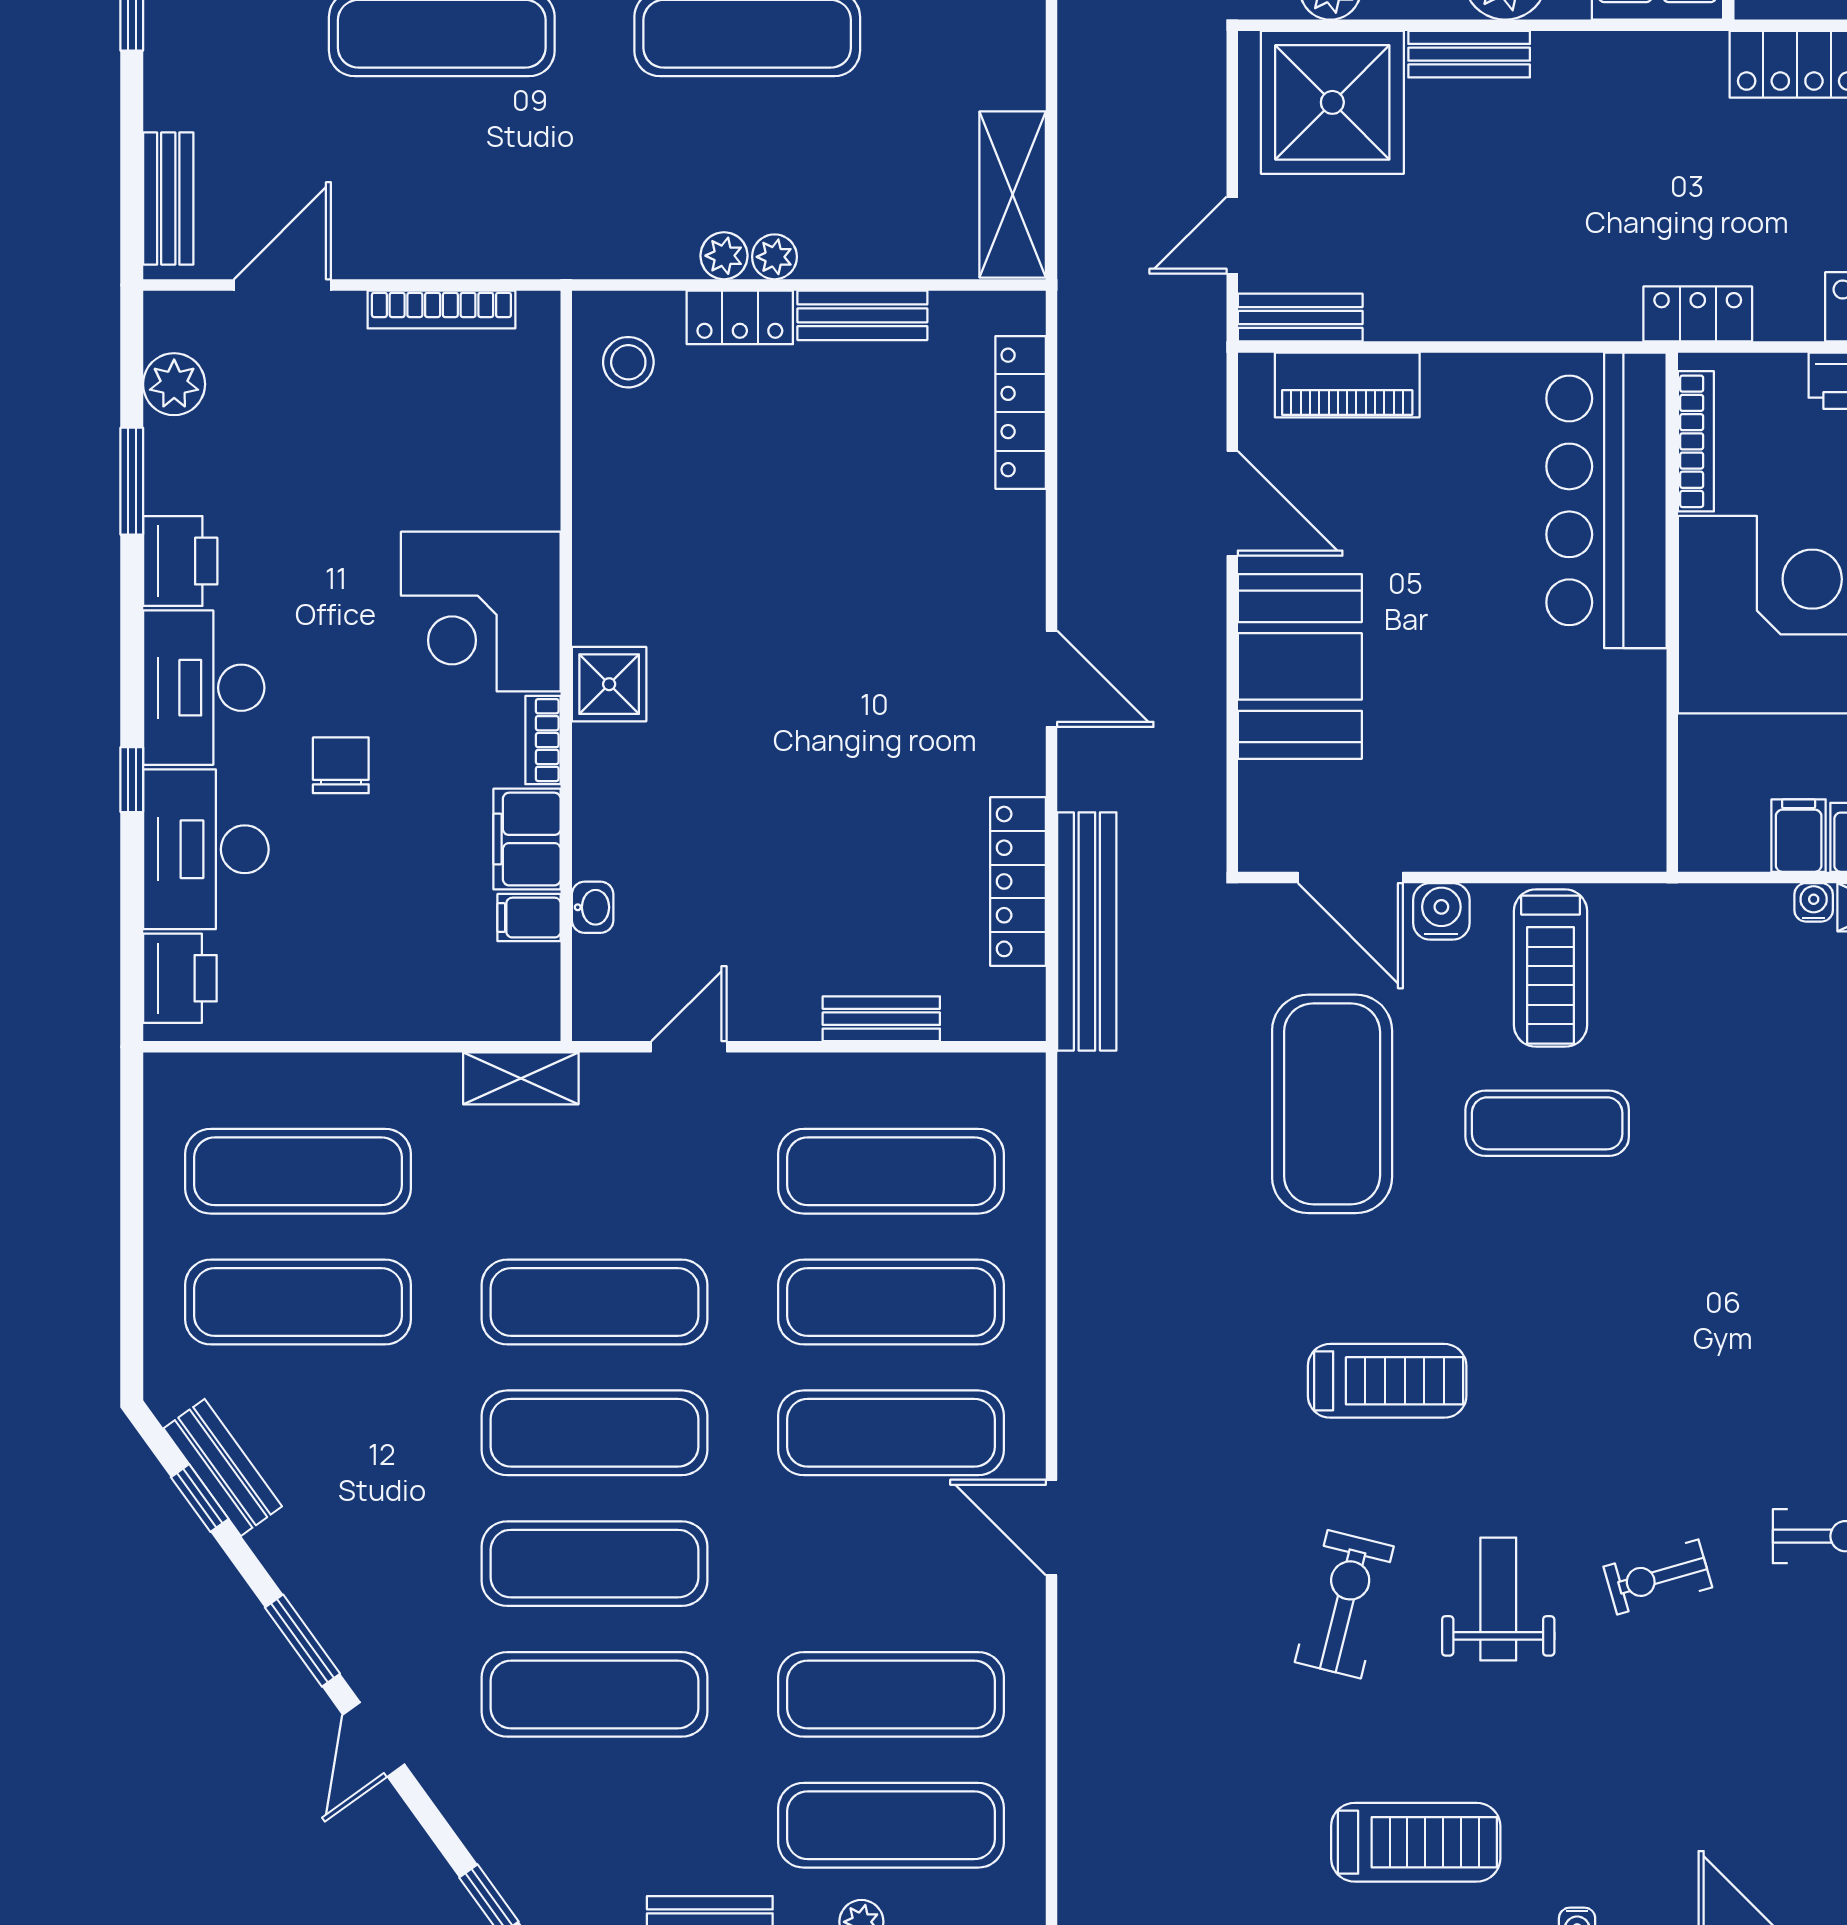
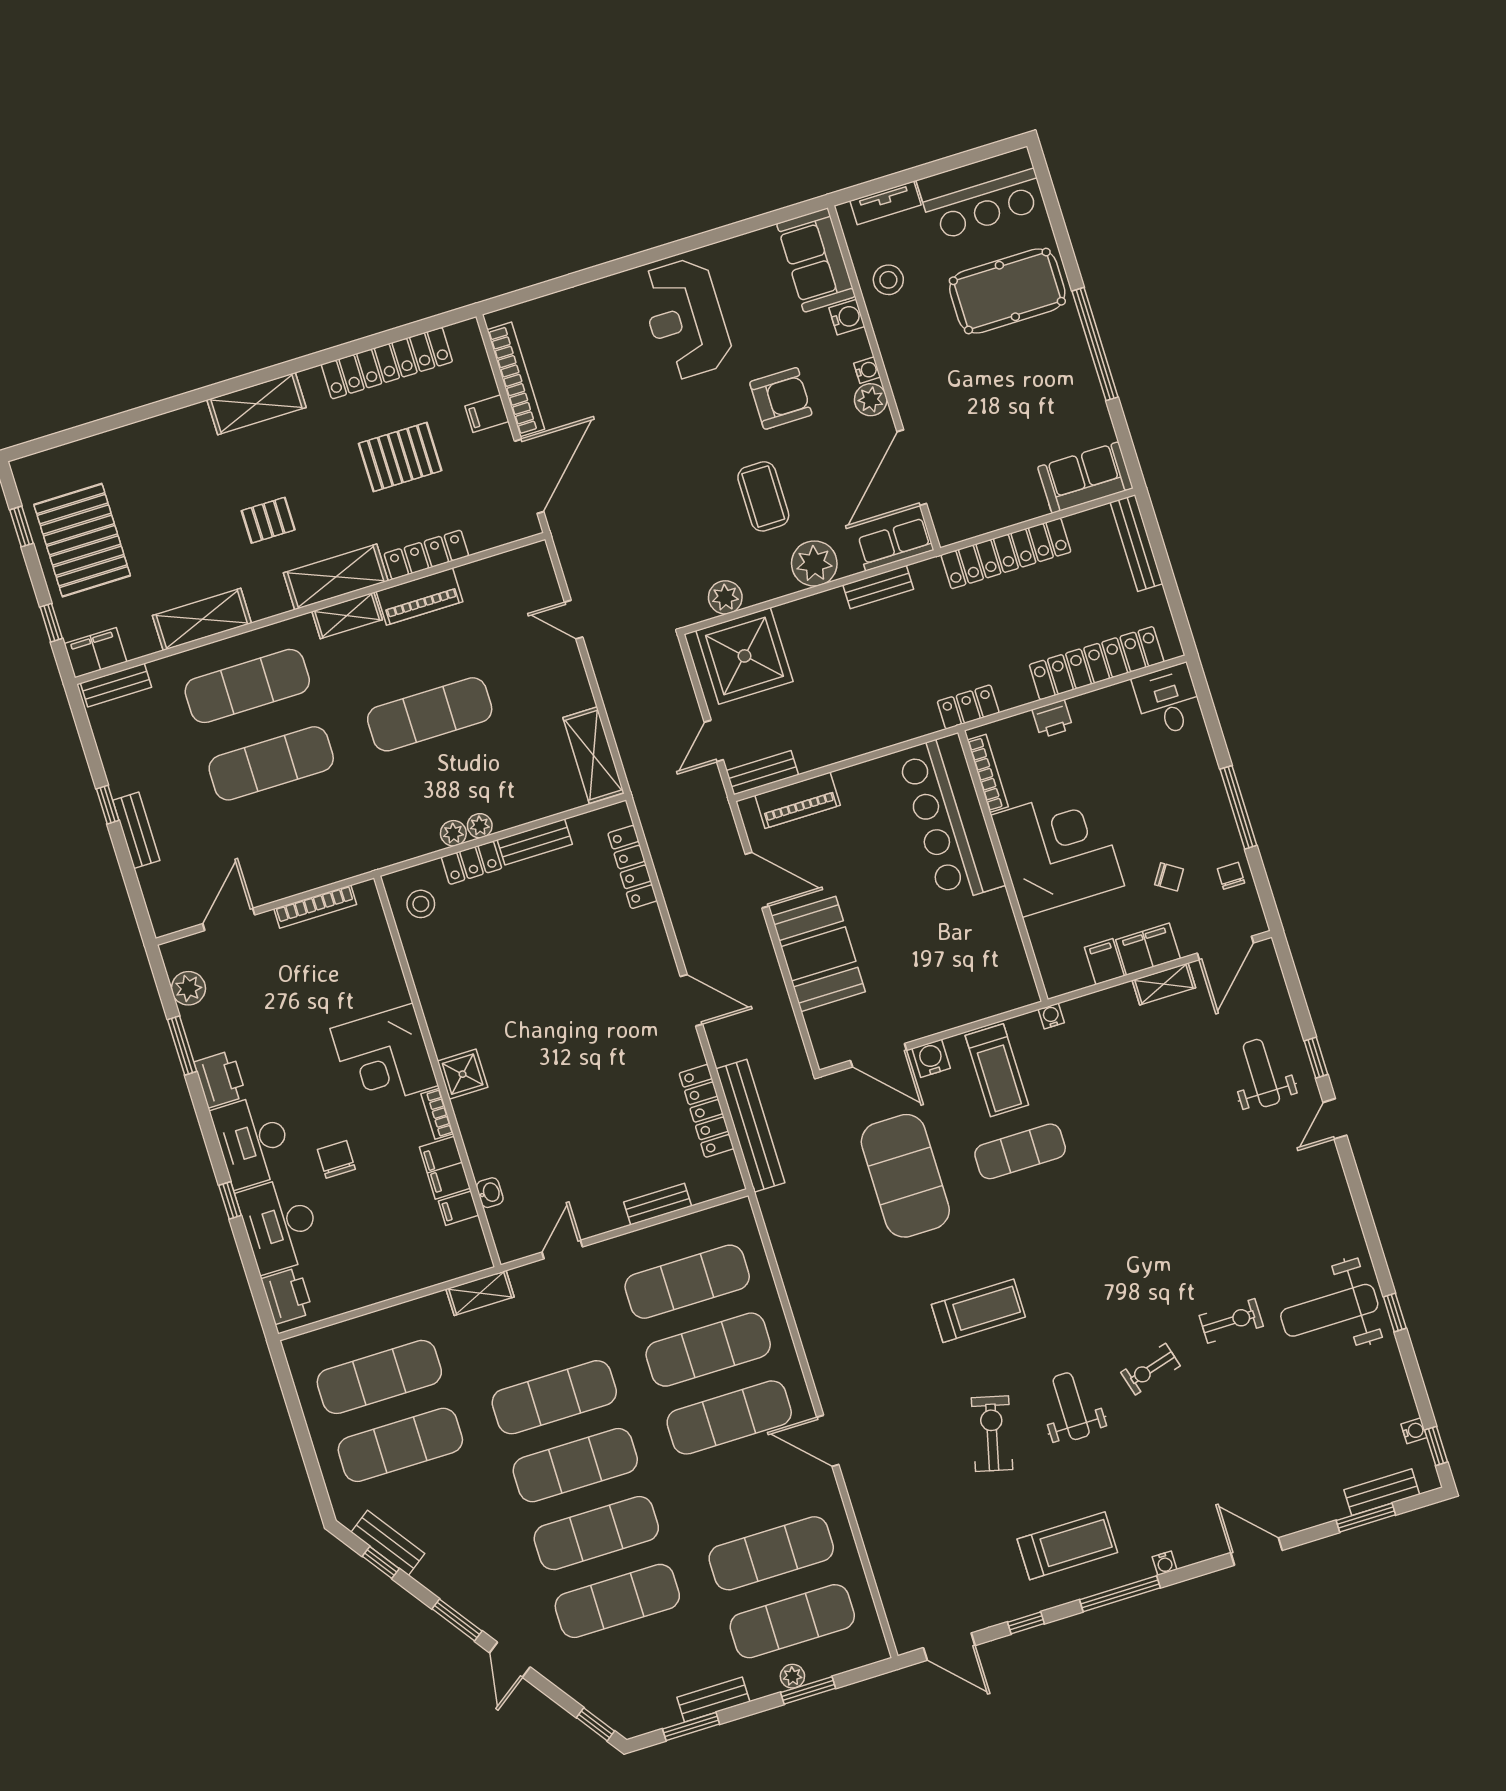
bench: (1469, 54) -> (878, 587), moved
bench: (168, 199) -> (136, 830), moved
water cooler: (1814, 902) -> (1051, 1016), moved

